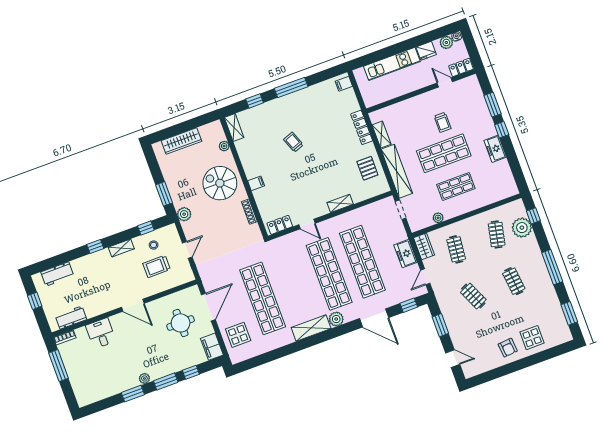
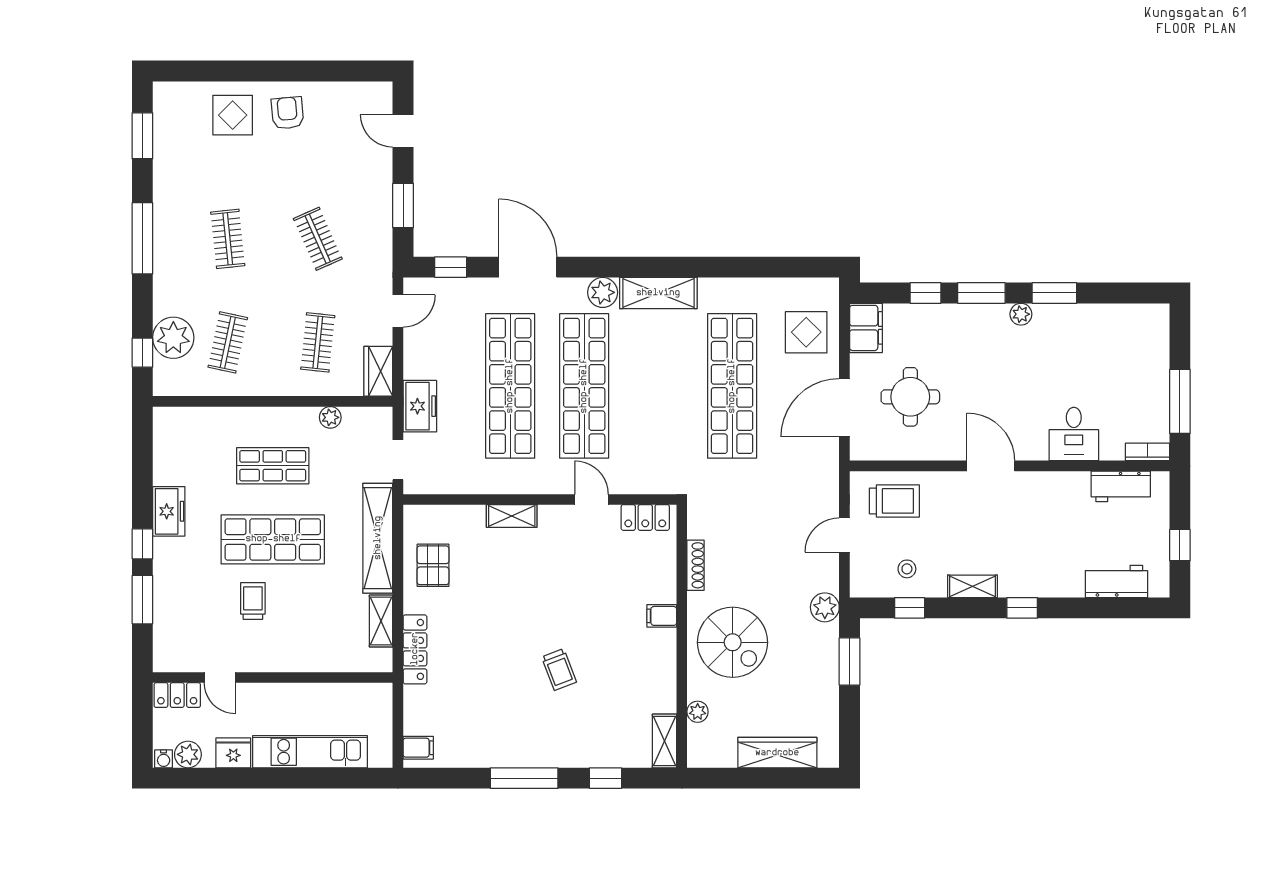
freezer: (406, 254) -> (420, 406), moved
trolley: (157, 266) -> (894, 501), moved

